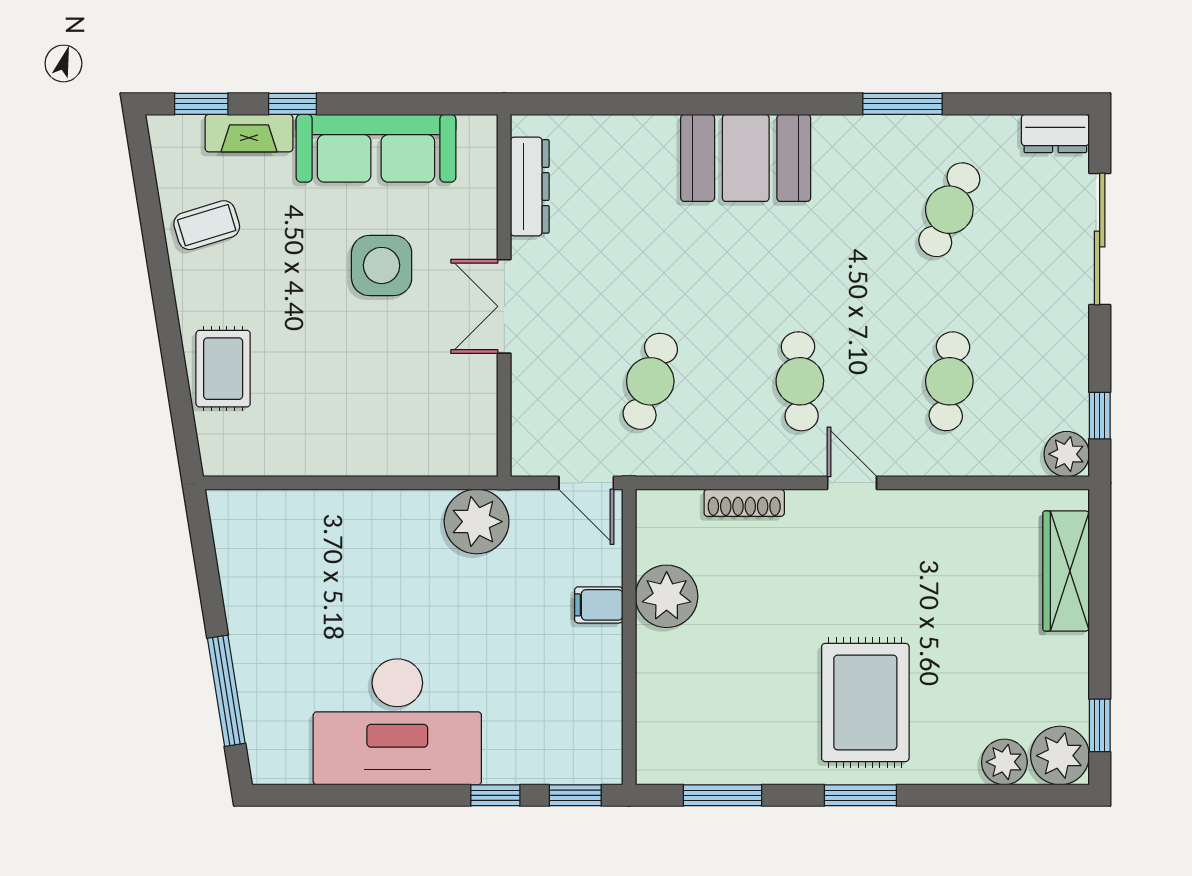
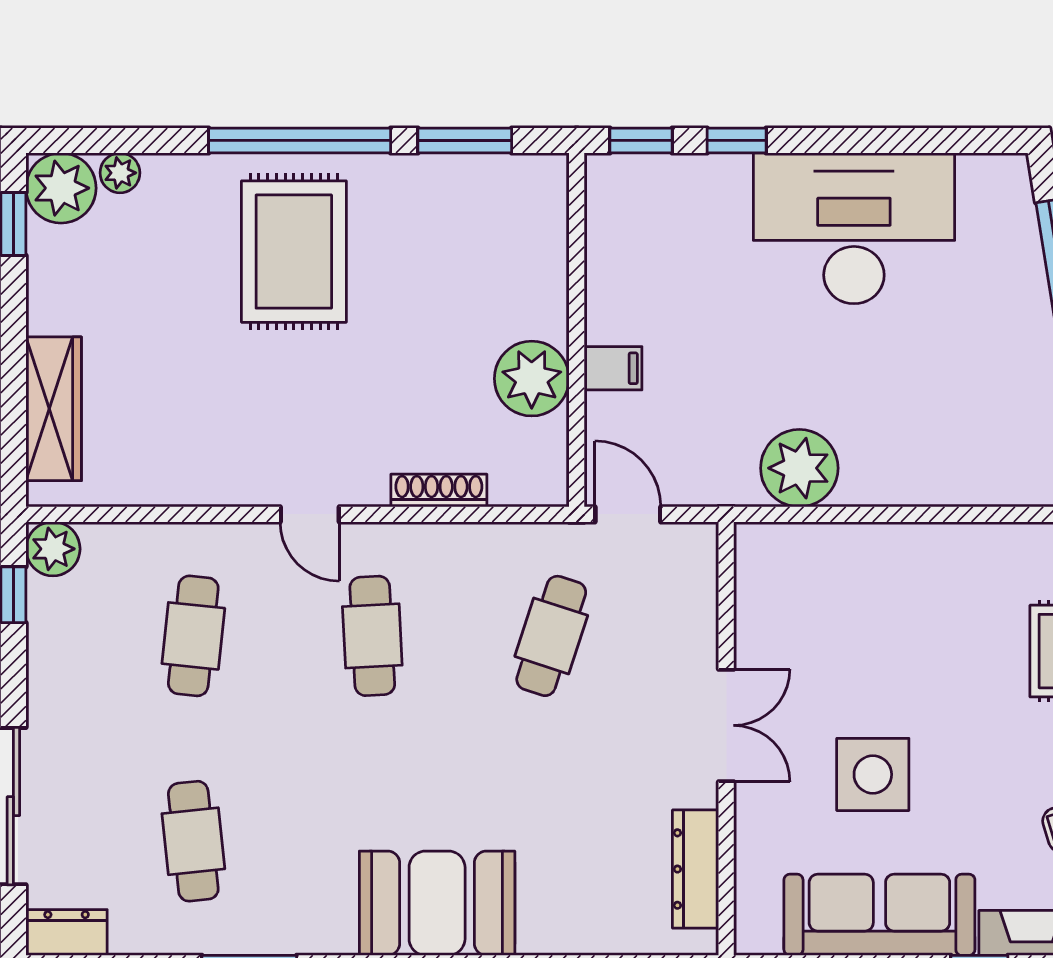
cafe table: (949, 210) -> (193, 841), turned -30
plant: (477, 522) -> (799, 468), moved
plant: (1004, 762) -> (120, 173), width x0.73, depth x0.73
window: (860, 795) -> (300, 140), width x2.11

